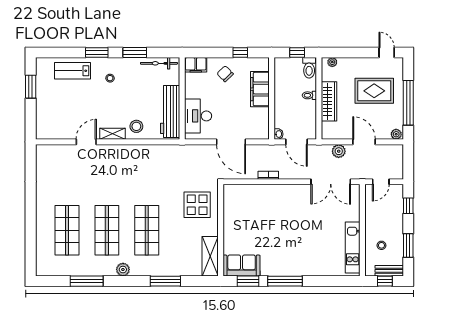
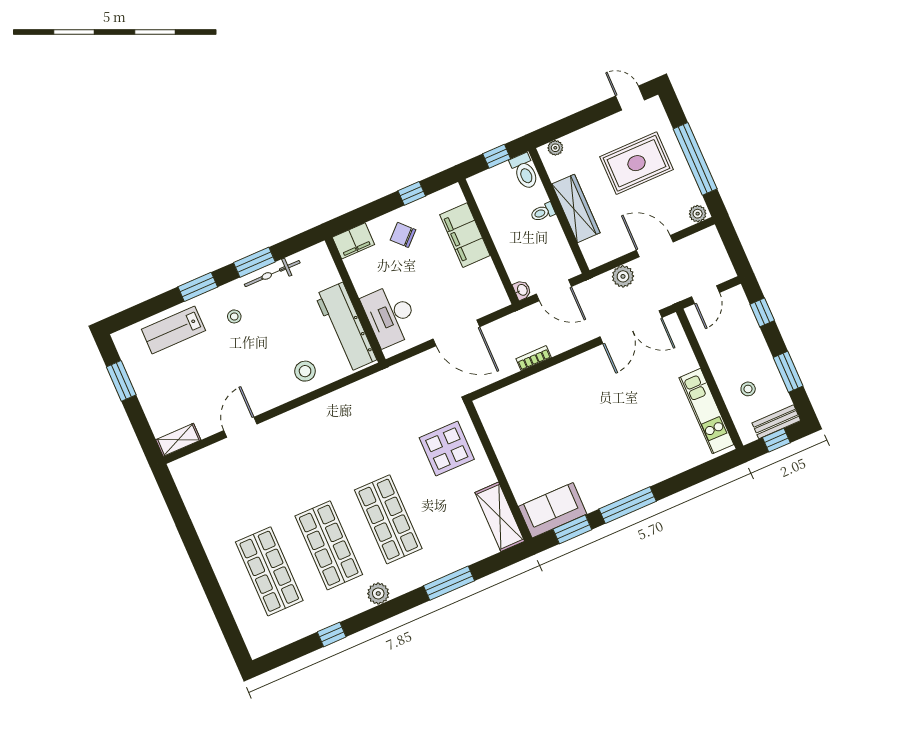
bicycle: (159, 63) -> (272, 274), moved
shelving: (113, 134) -> (178, 440), moved
window: (87, 281) -> (332, 634), width x0.46

